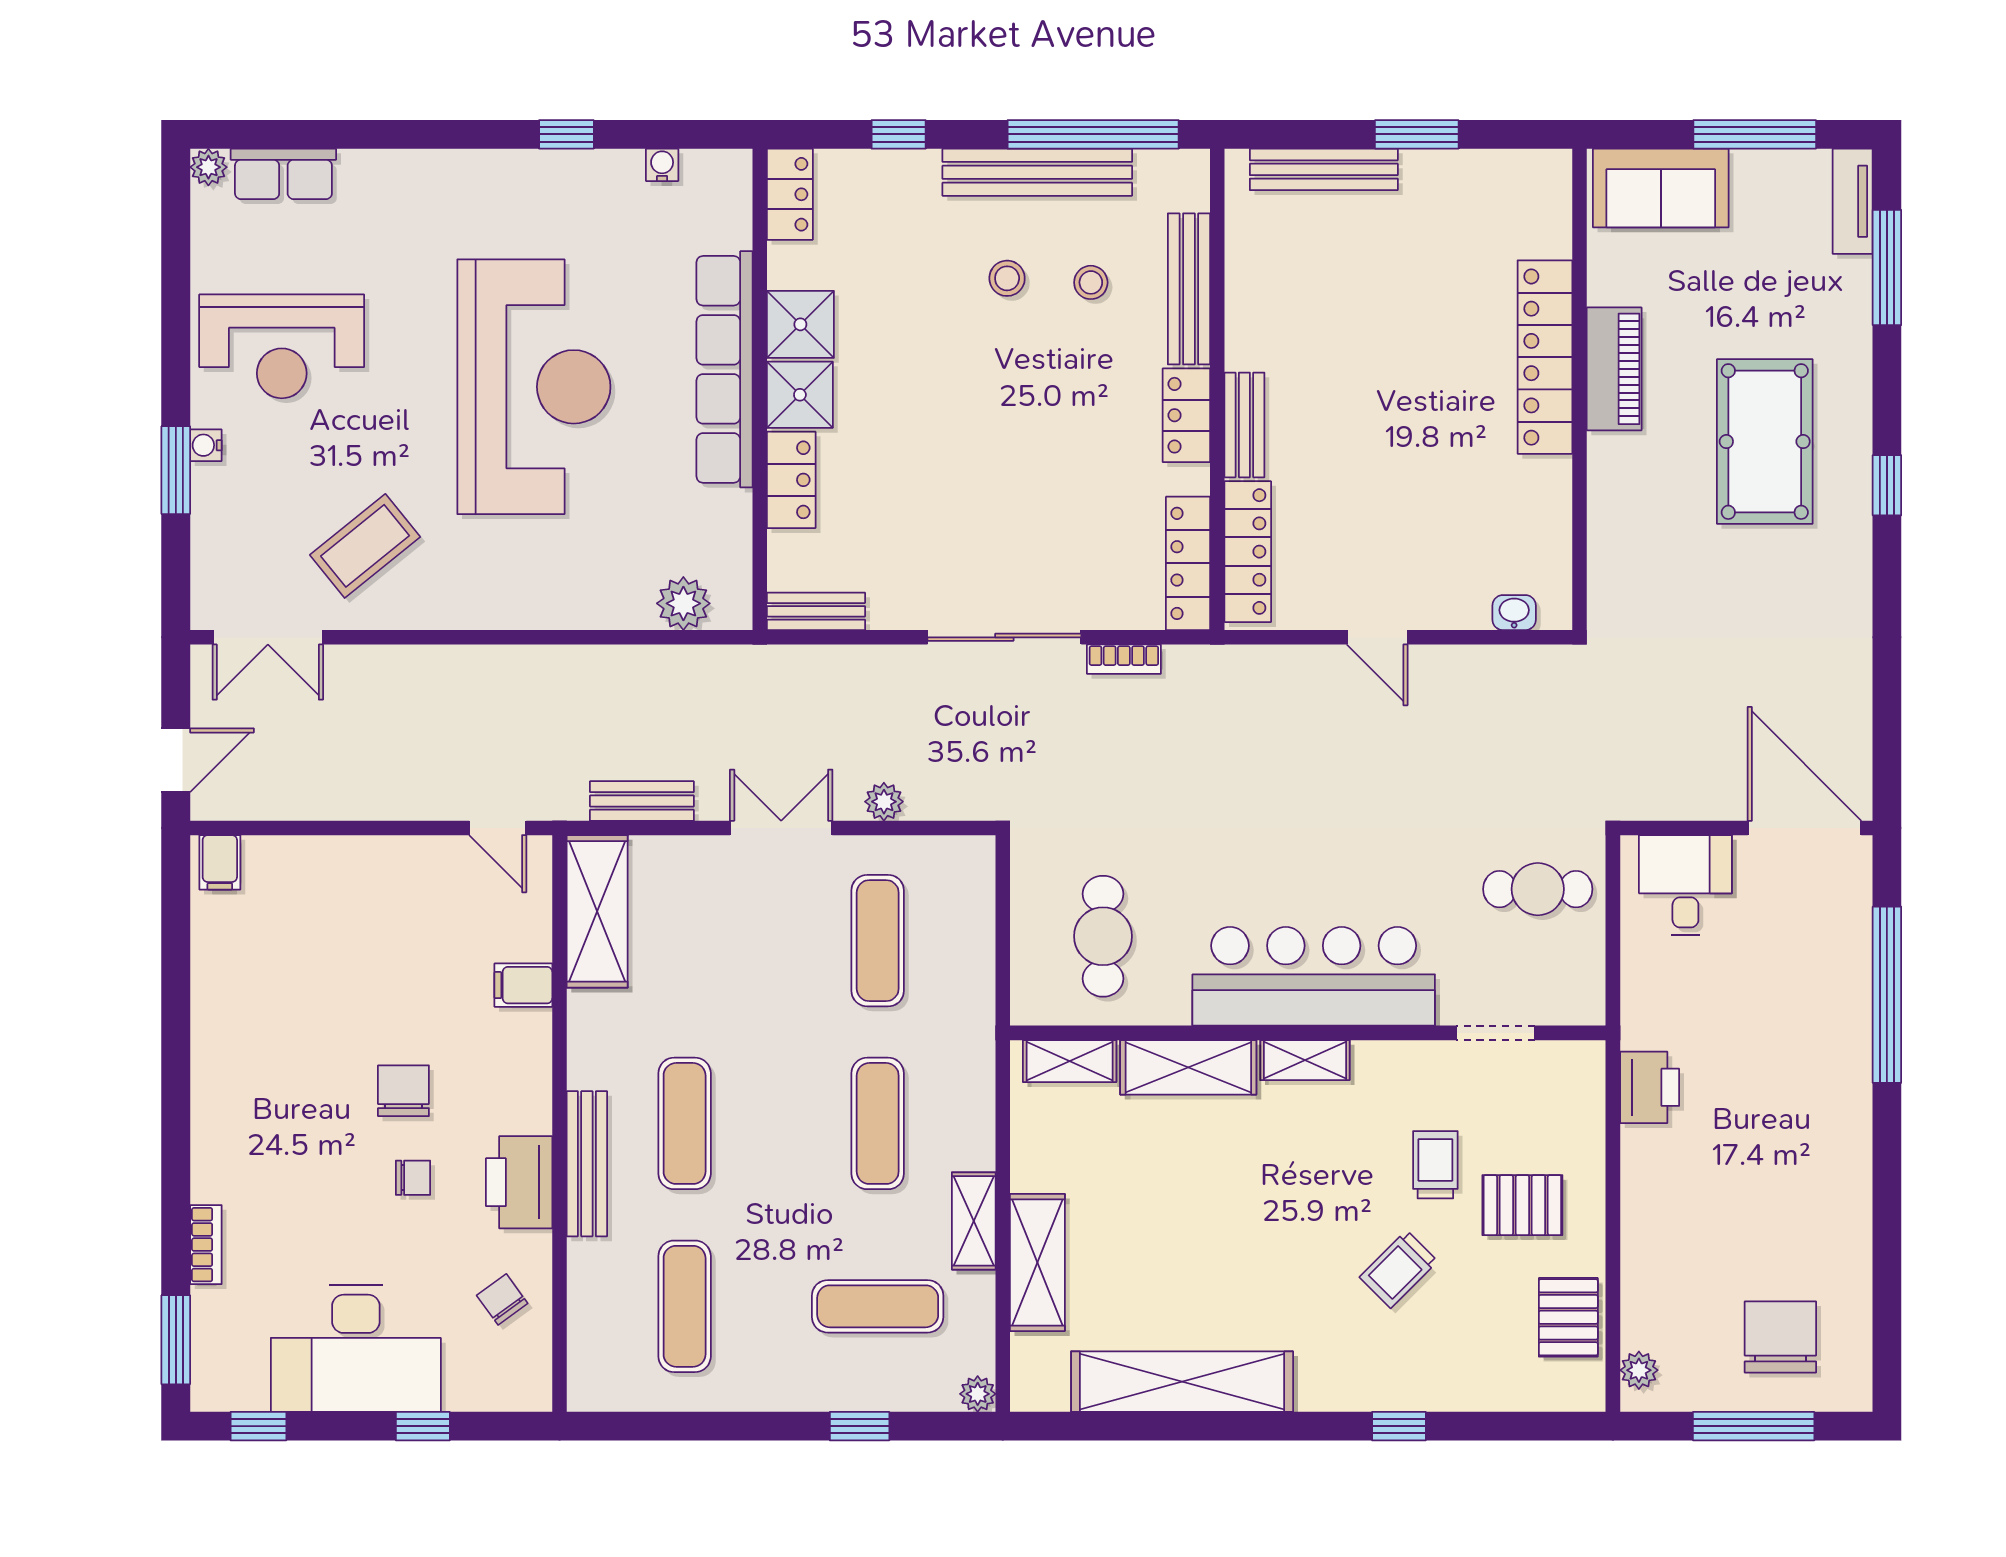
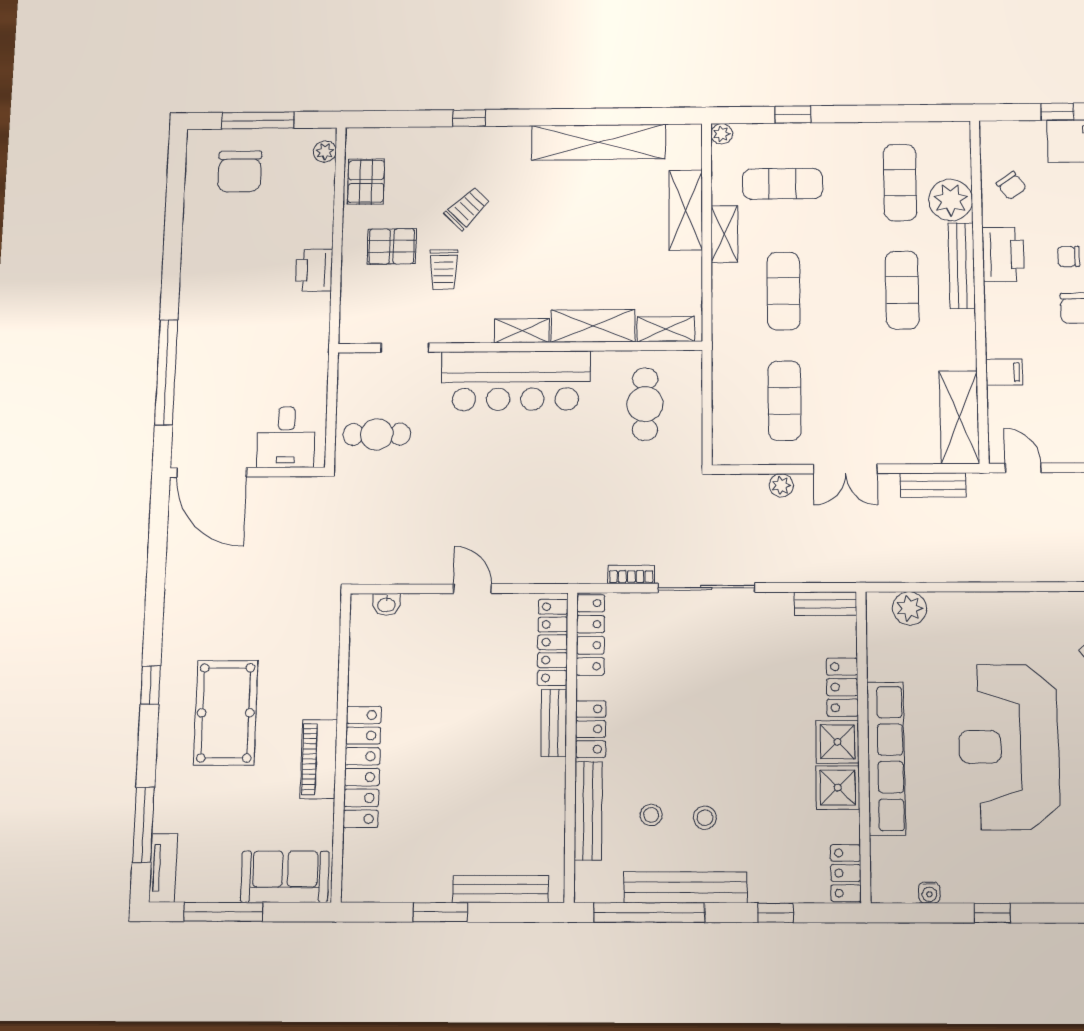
printer: (1650, 1087) -> (314, 270), moved
plant: (602, 1276) -> (951, 200), added

